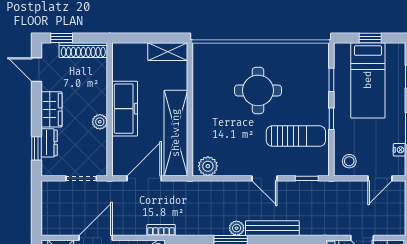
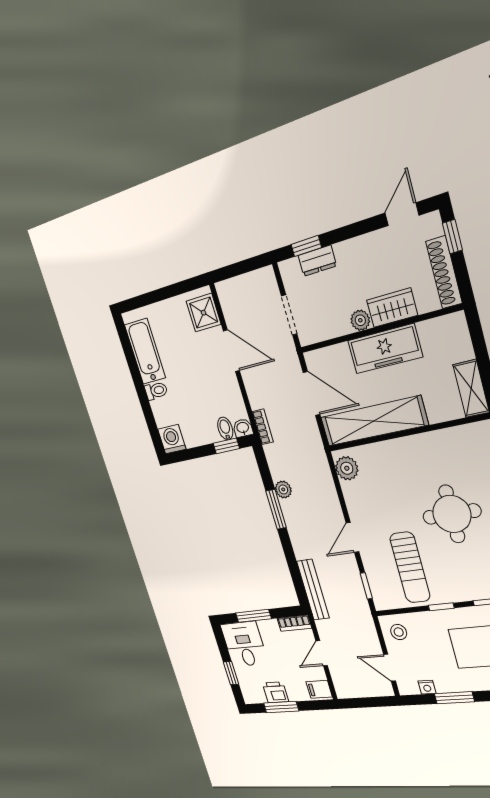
wardrobe: (51, 109) -> (392, 308), moved, turned 180
plant: (237, 228) -> (283, 489), moved
bench: (272, 228) -> (313, 590), moved

